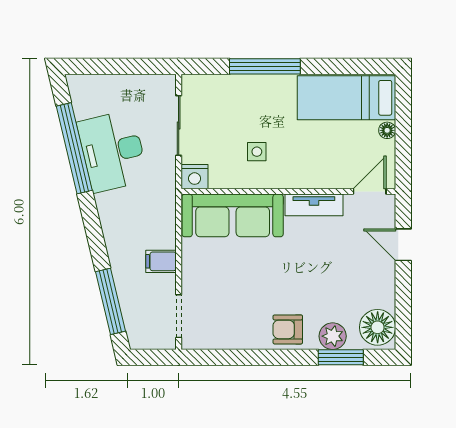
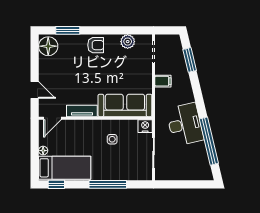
window: (362, 66) -> (56, 184), added
desk: (113, 151) -> (185, 124), moved
window: (111, 301) -> (190, 60), width x0.69
plant: (333, 336) -> (128, 42), moved

